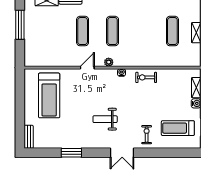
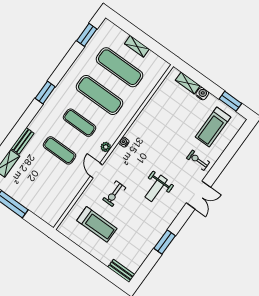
exercise mat: (142, 31) -> (99, 95), added
exercise mat: (172, 31) -> (119, 67), width x1.36, depth x1.45
exercise bike: (146, 77) -> (114, 194), moved
treadmill: (49, 95) -> (97, 224), width x0.73, depth x0.73

